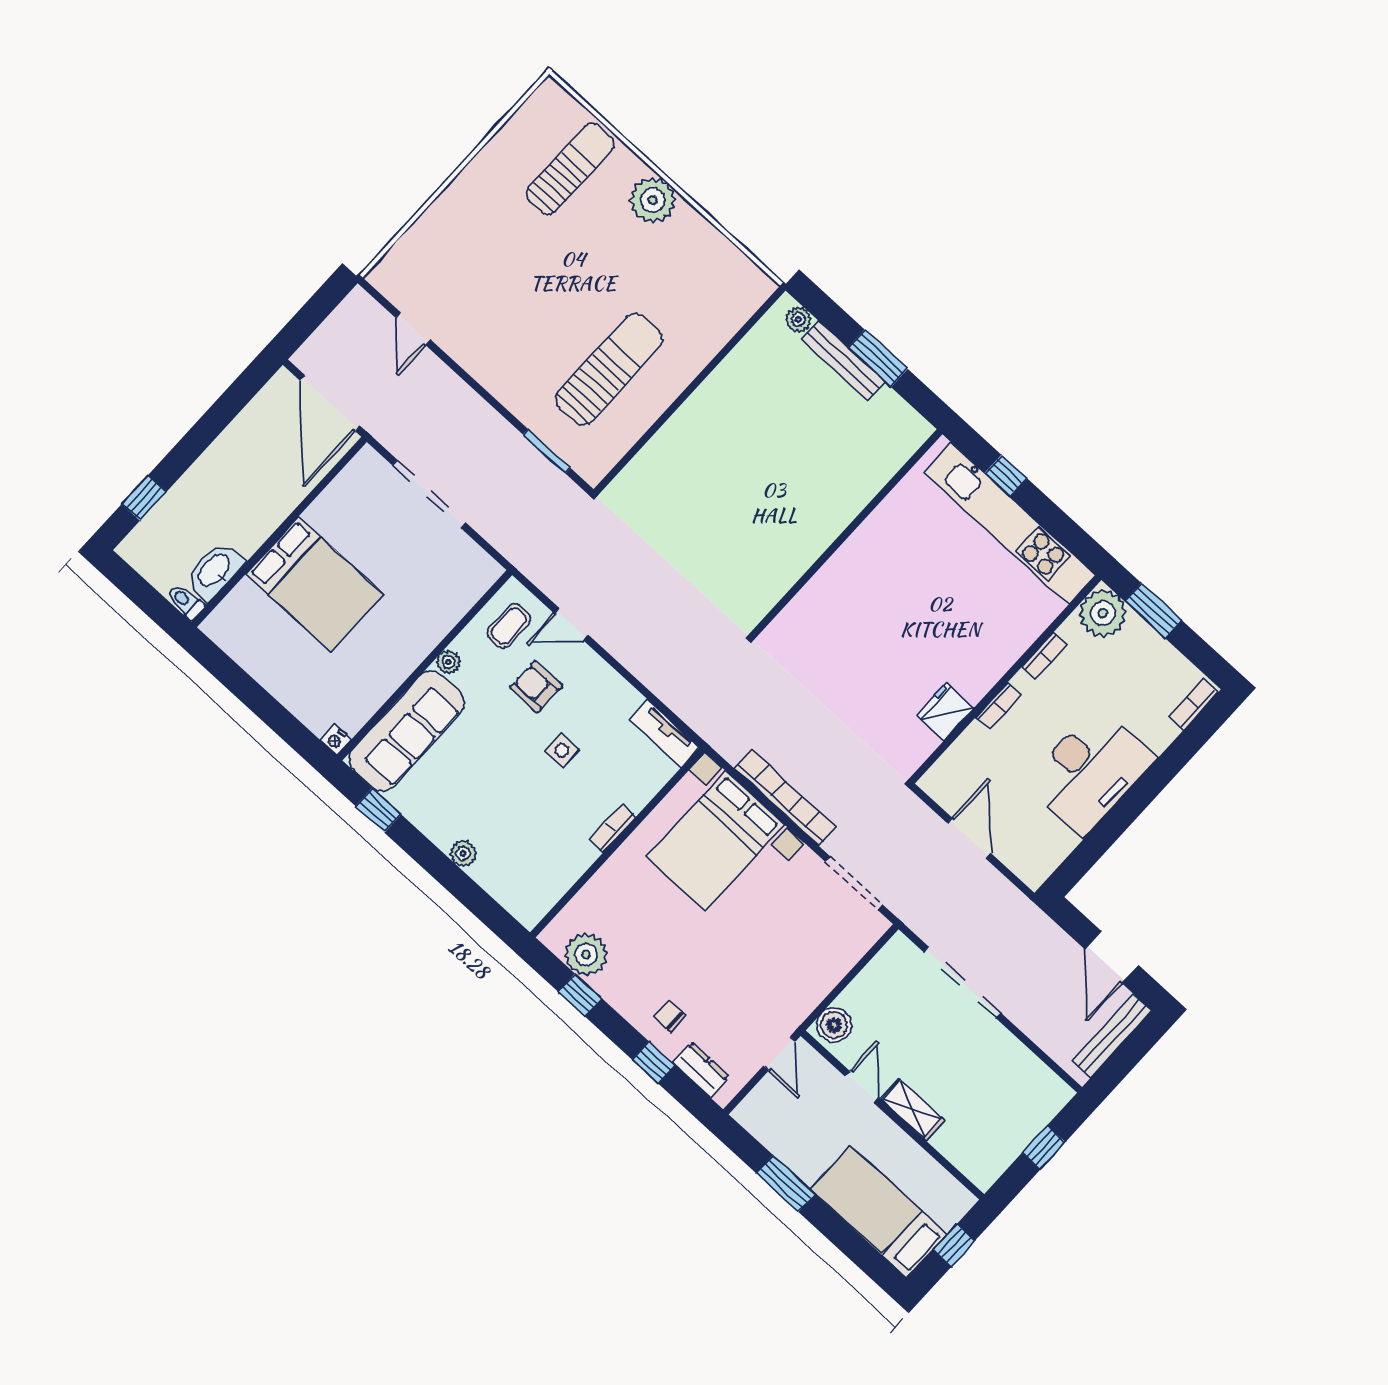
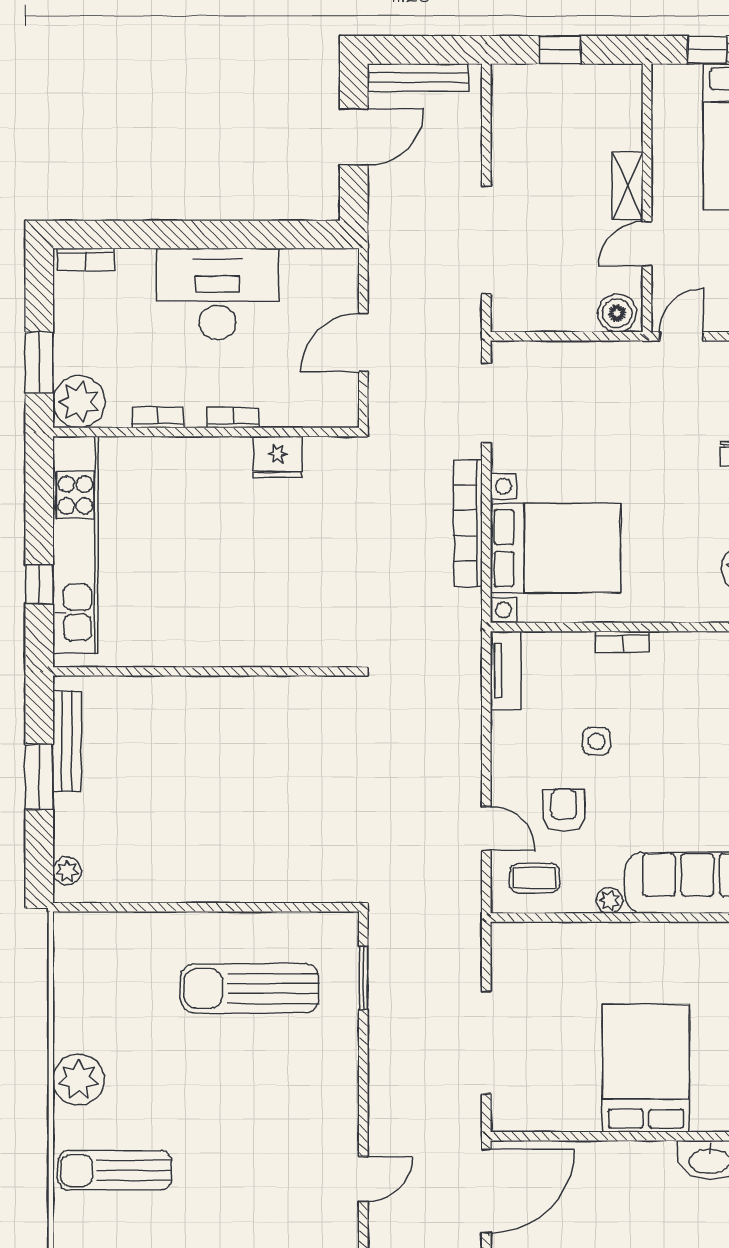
bench: (843, 360) -> (67, 741), moved
armchair: (536, 687) -> (564, 810), turned 180

